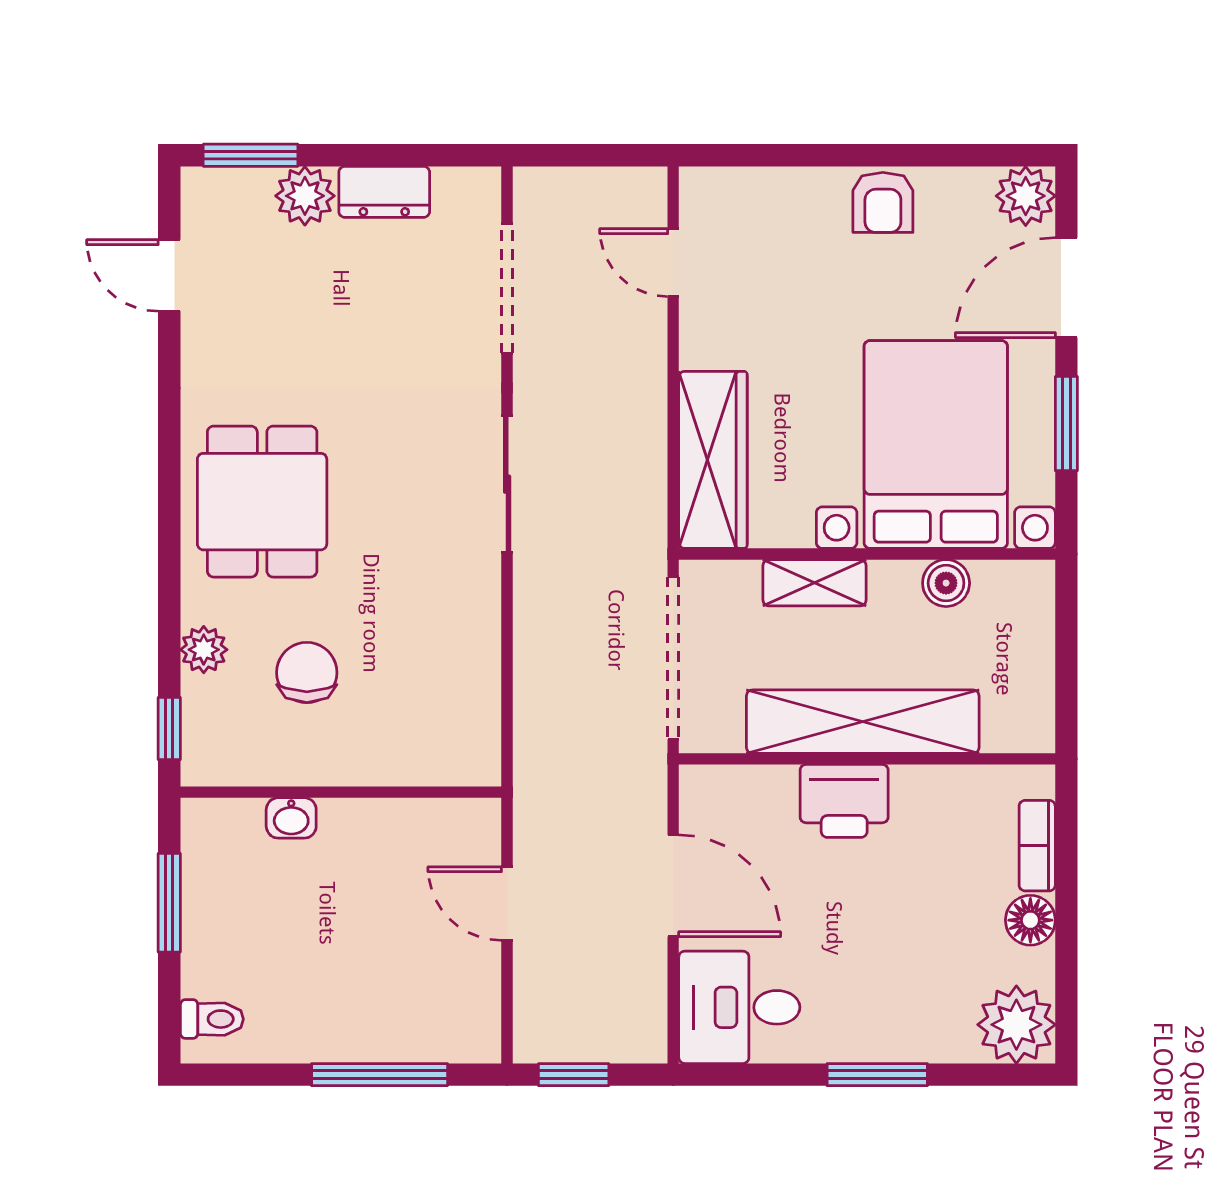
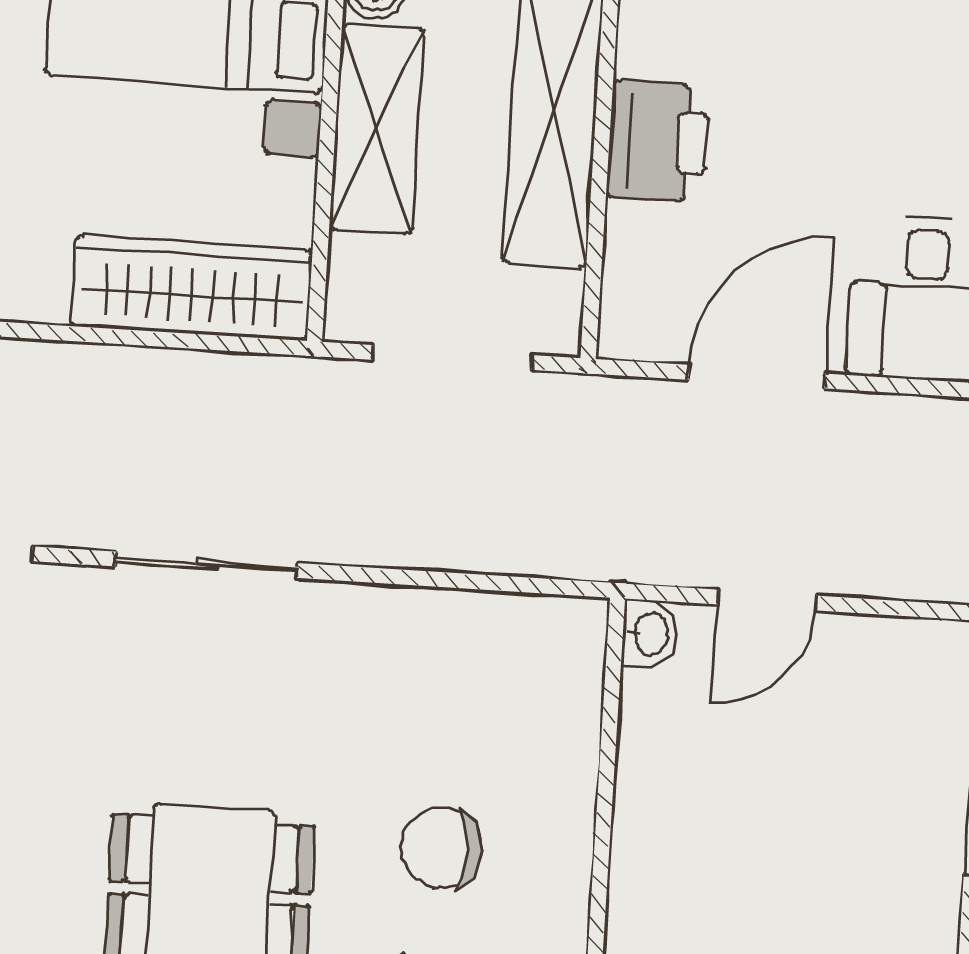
shelving: (815, 583) -> (377, 129), width x1.50, depth x1.33
doorway: (673, 658) -> (453, 358), width x0.73
washbasin: (291, 818) -> (650, 634), moved

